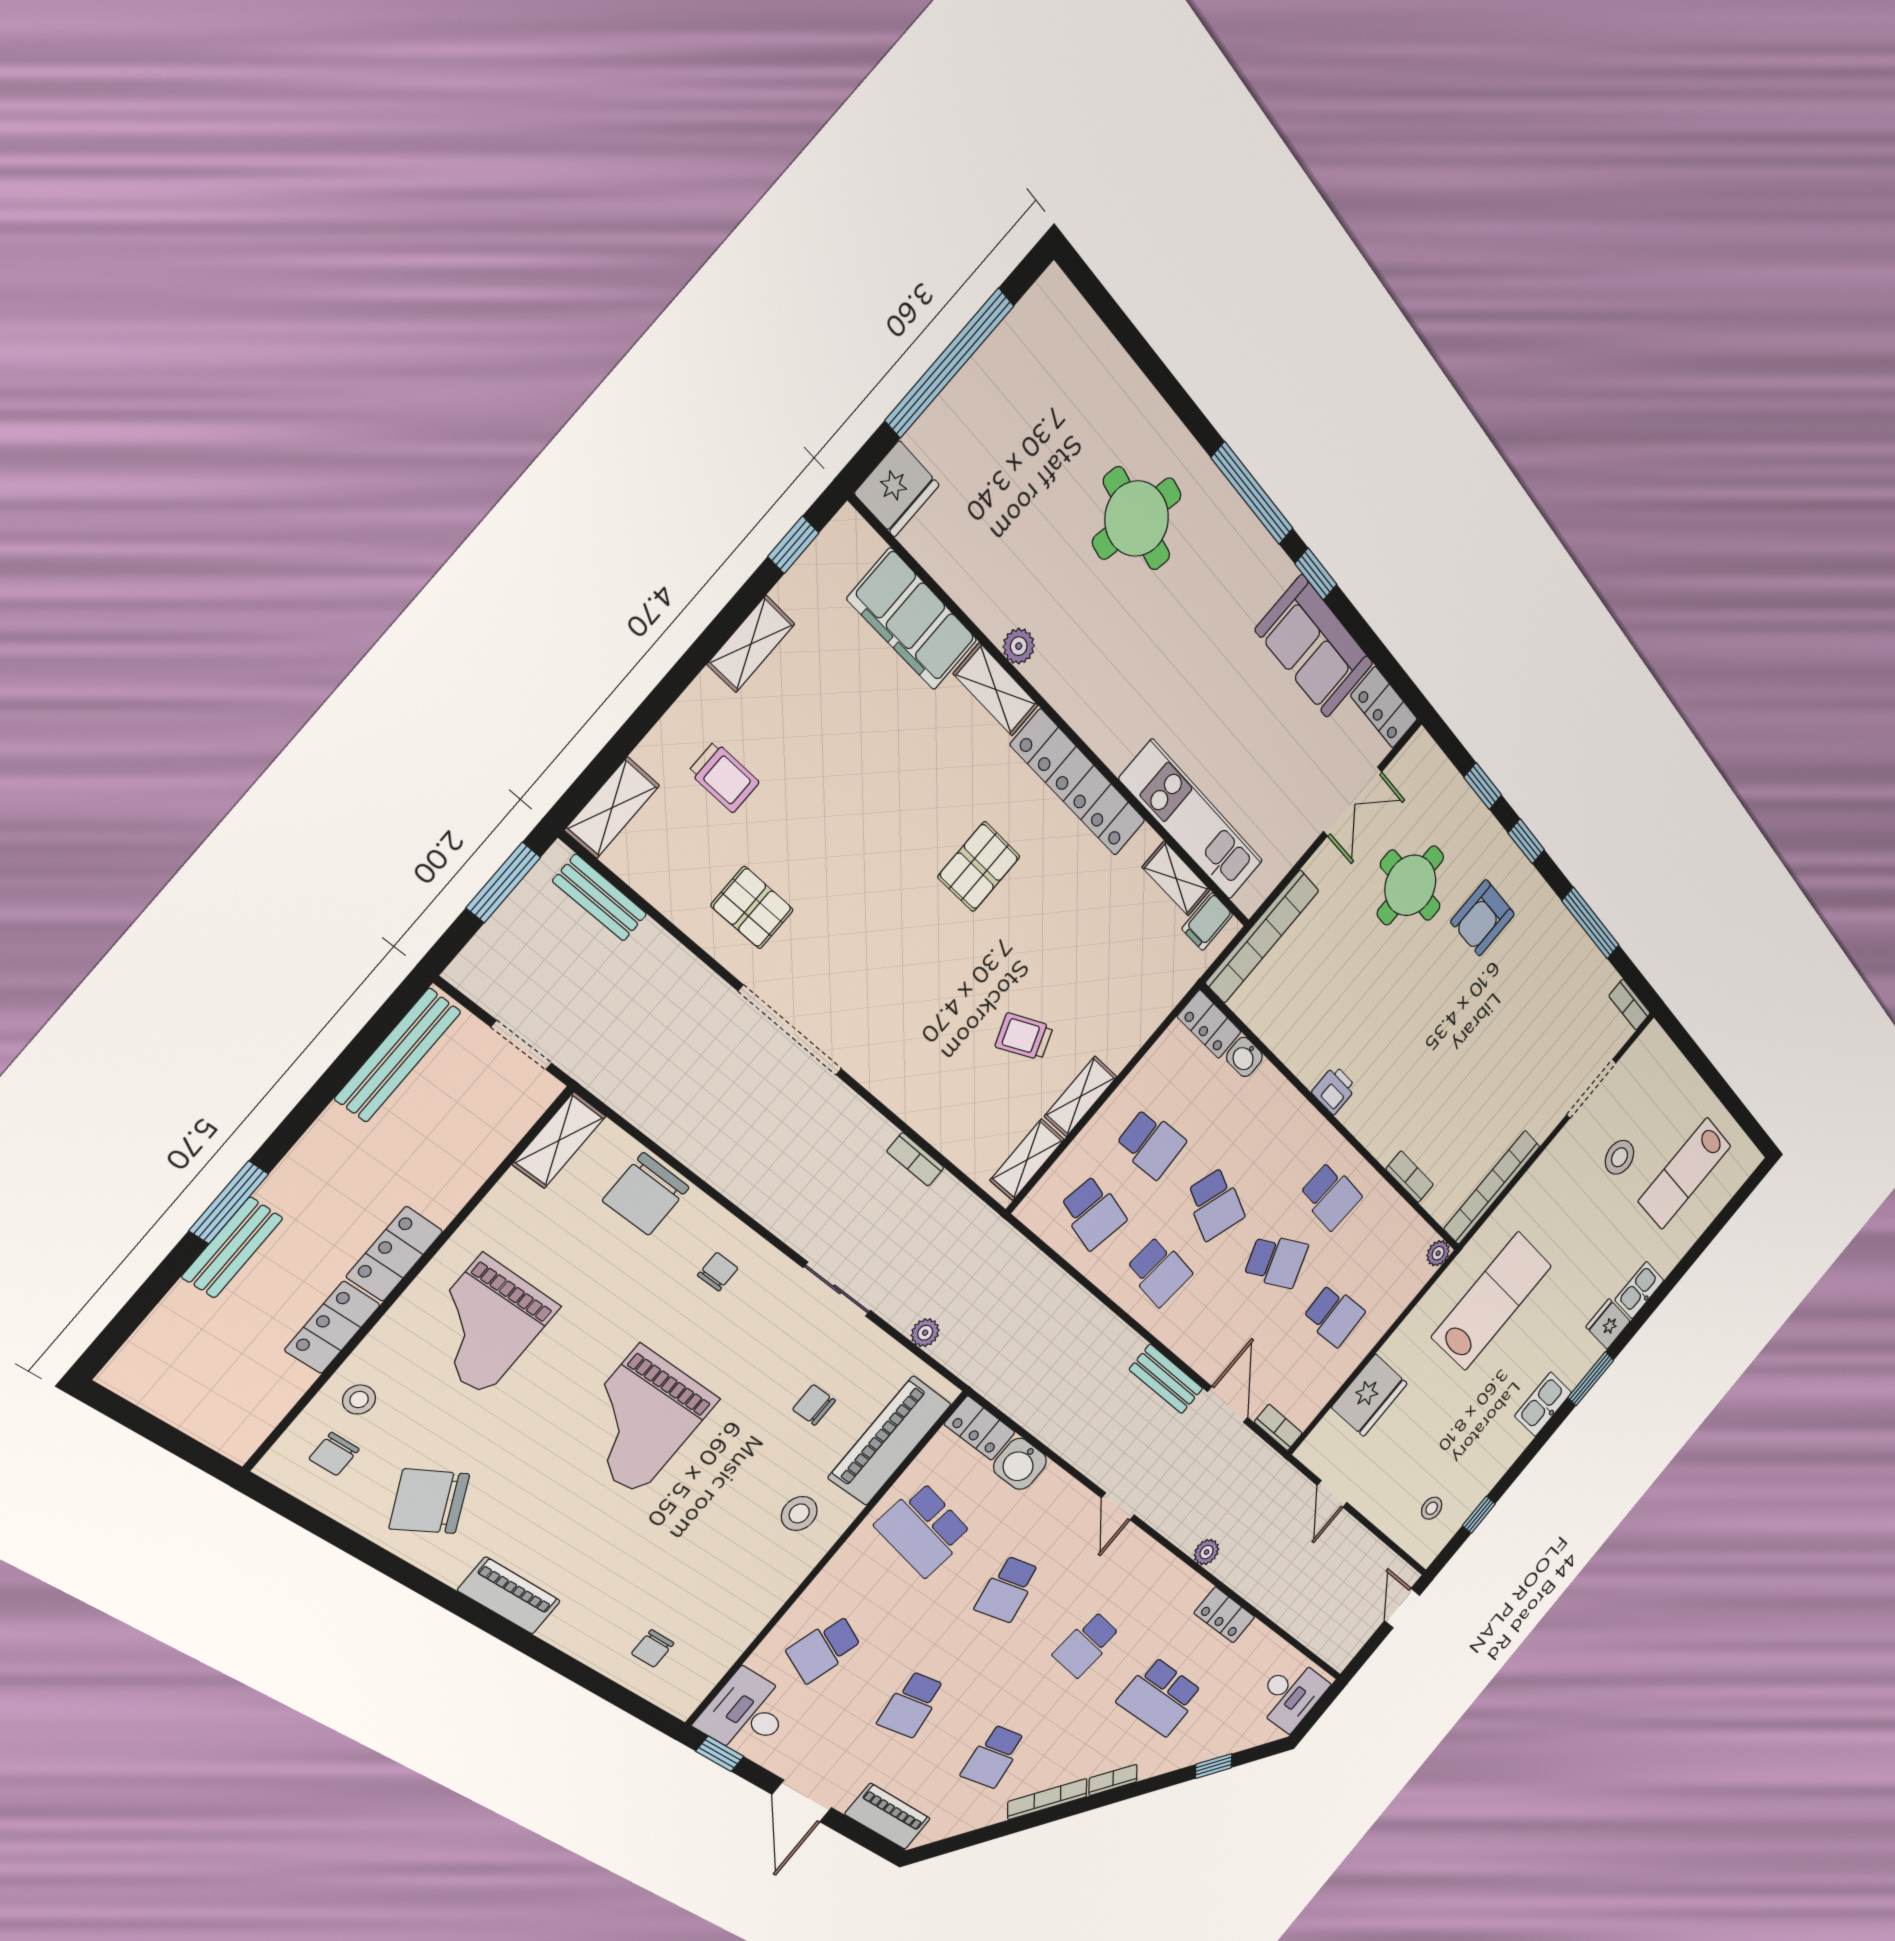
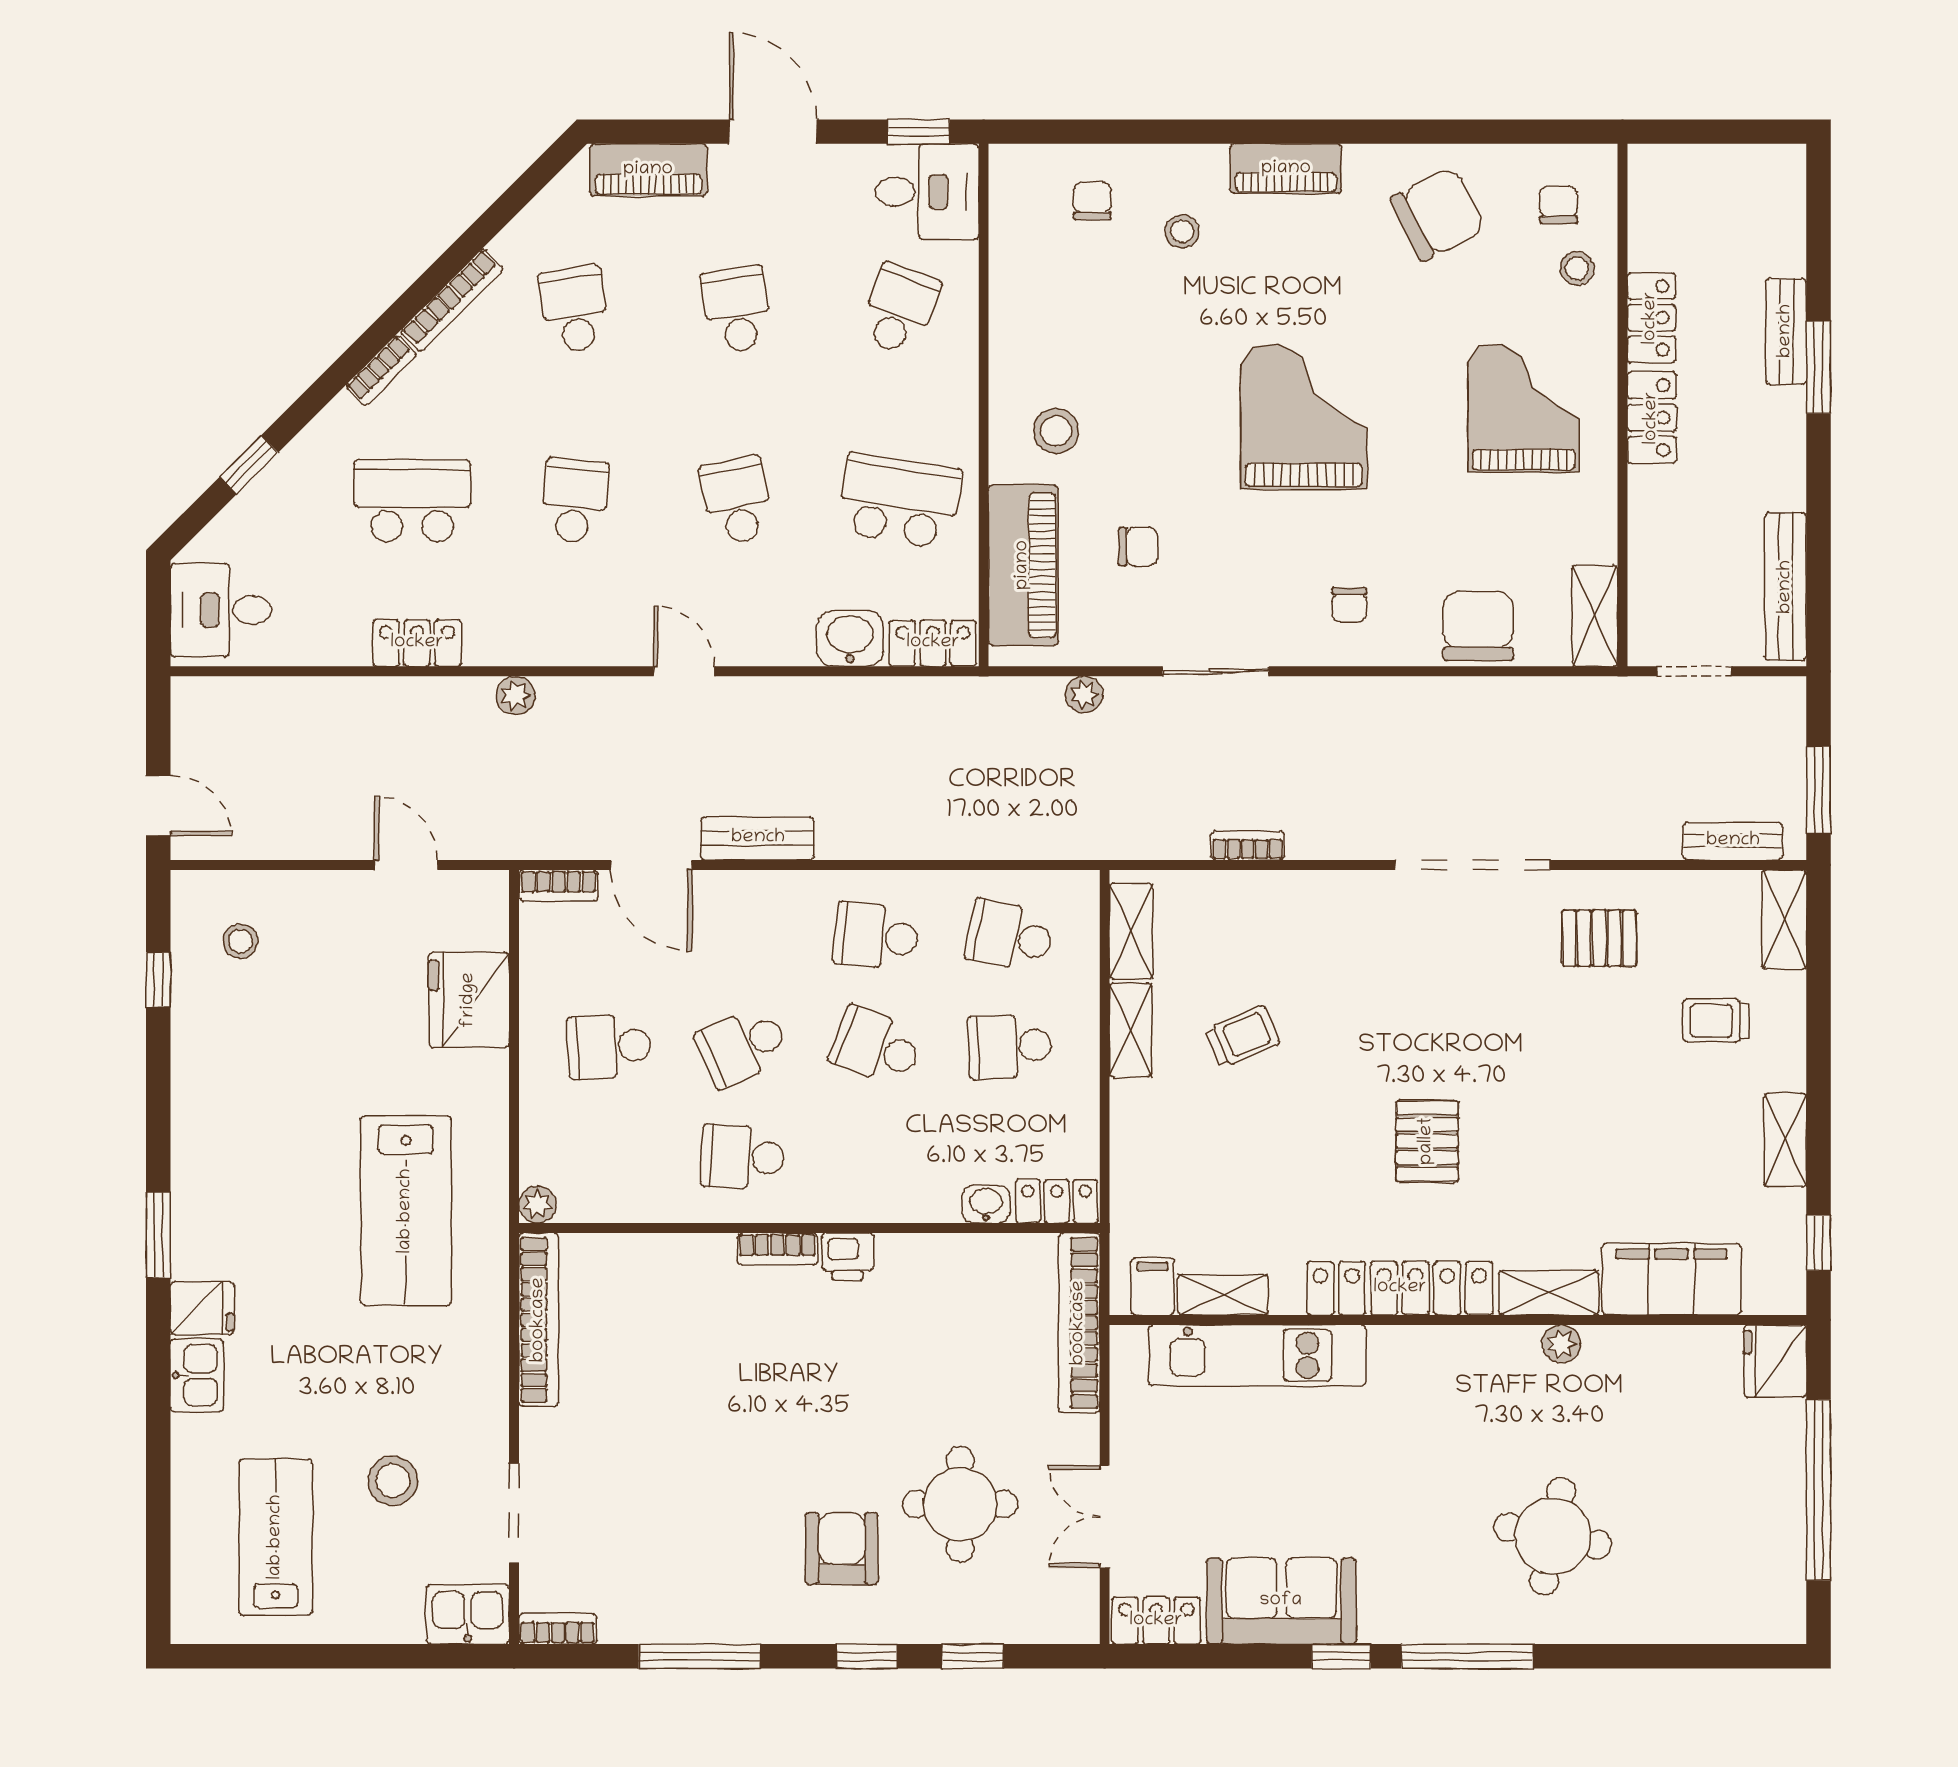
bookcase: (1410, 1177) -> (778, 1249), moved
kitchen sink: (1543, 1404) -> (468, 1614), moved, turned -90
stool: (613, 1594) -> (1182, 231), added

